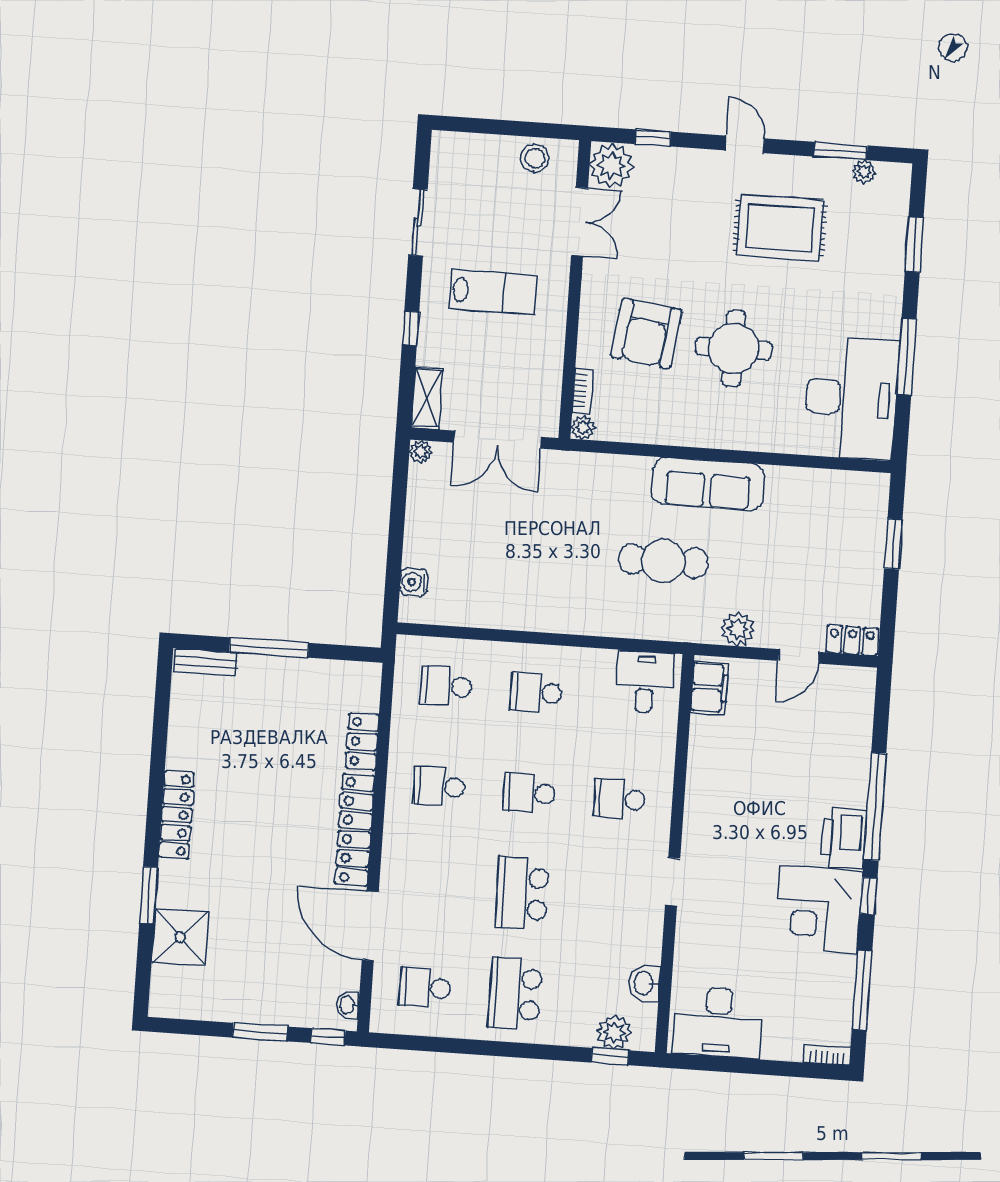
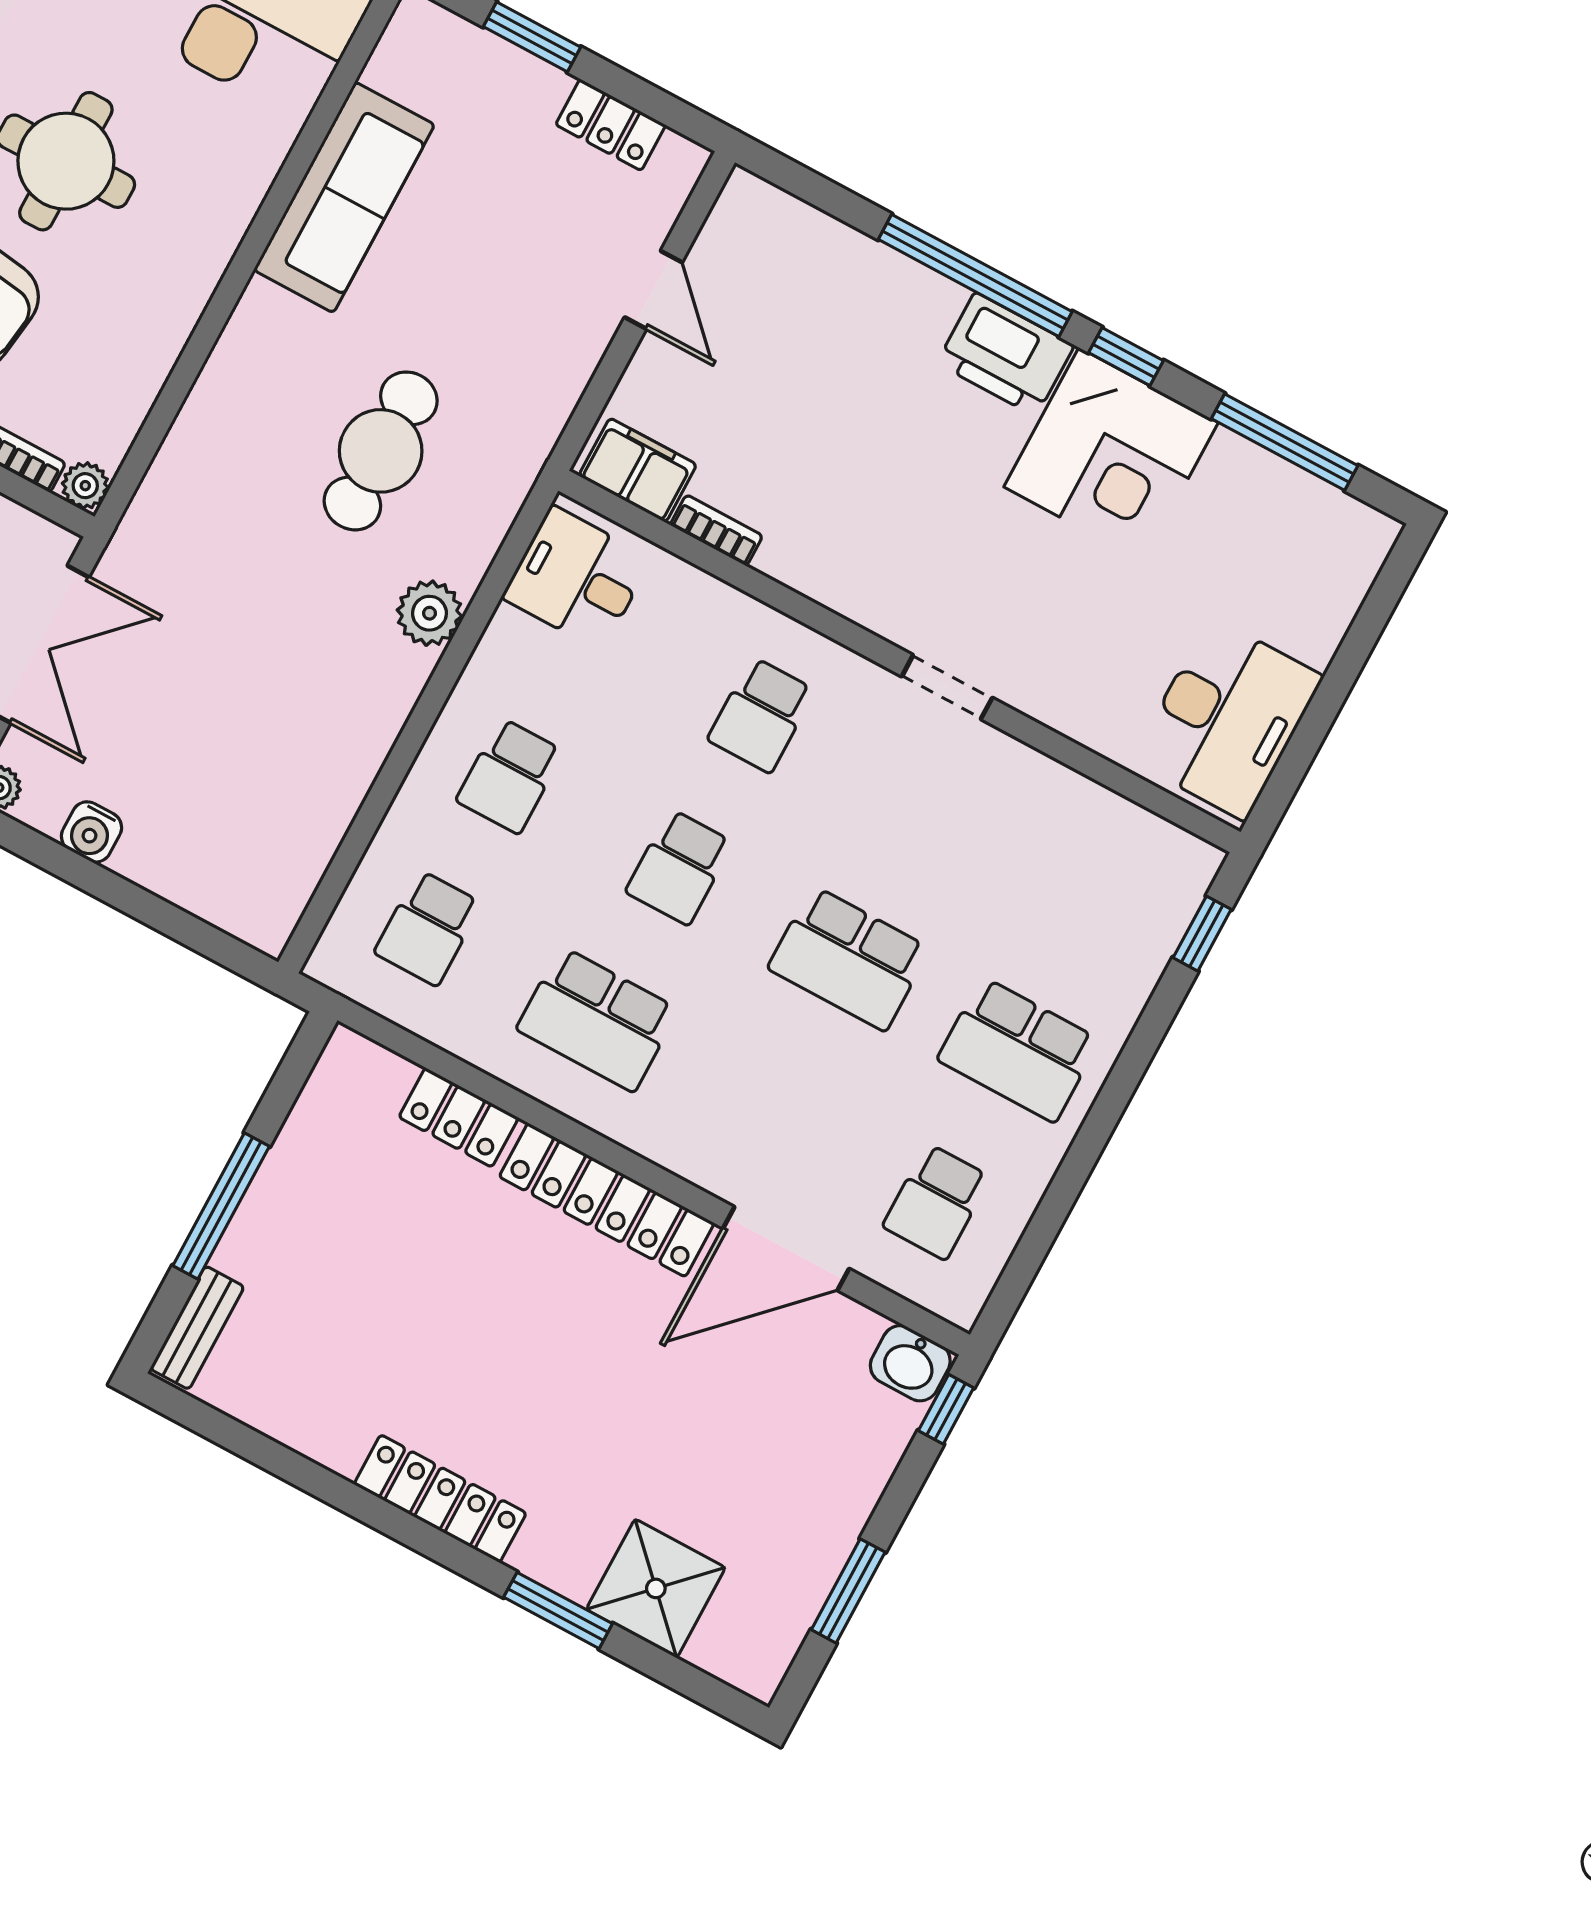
sofa: (708, 484) -> (344, 197), moved
water cooler: (414, 582) -> (91, 832), moved
plant: (738, 629) -> (429, 613), moved
locker: (852, 640) -> (611, 125), moved, turned -90
school desk: (439, 787) -> (597, 1019), width x1.85
washbasin: (644, 983) -> (1101, 816), removed
washbasin: (348, 1005) -> (910, 1363), width x1.38, depth x1.45
window: (260, 1032) -> (848, 1591), moved
plant: (614, 1032) -> (1163, 907), removed
bookcase: (827, 1055) -> (716, 530), moved, turned 90

